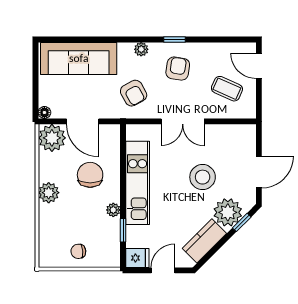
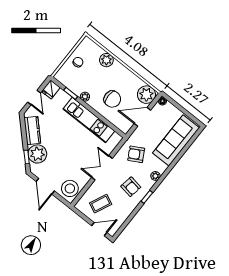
stool: (203, 177) -> (70, 188), moved
plant: (49, 193) -> (106, 60), moved

